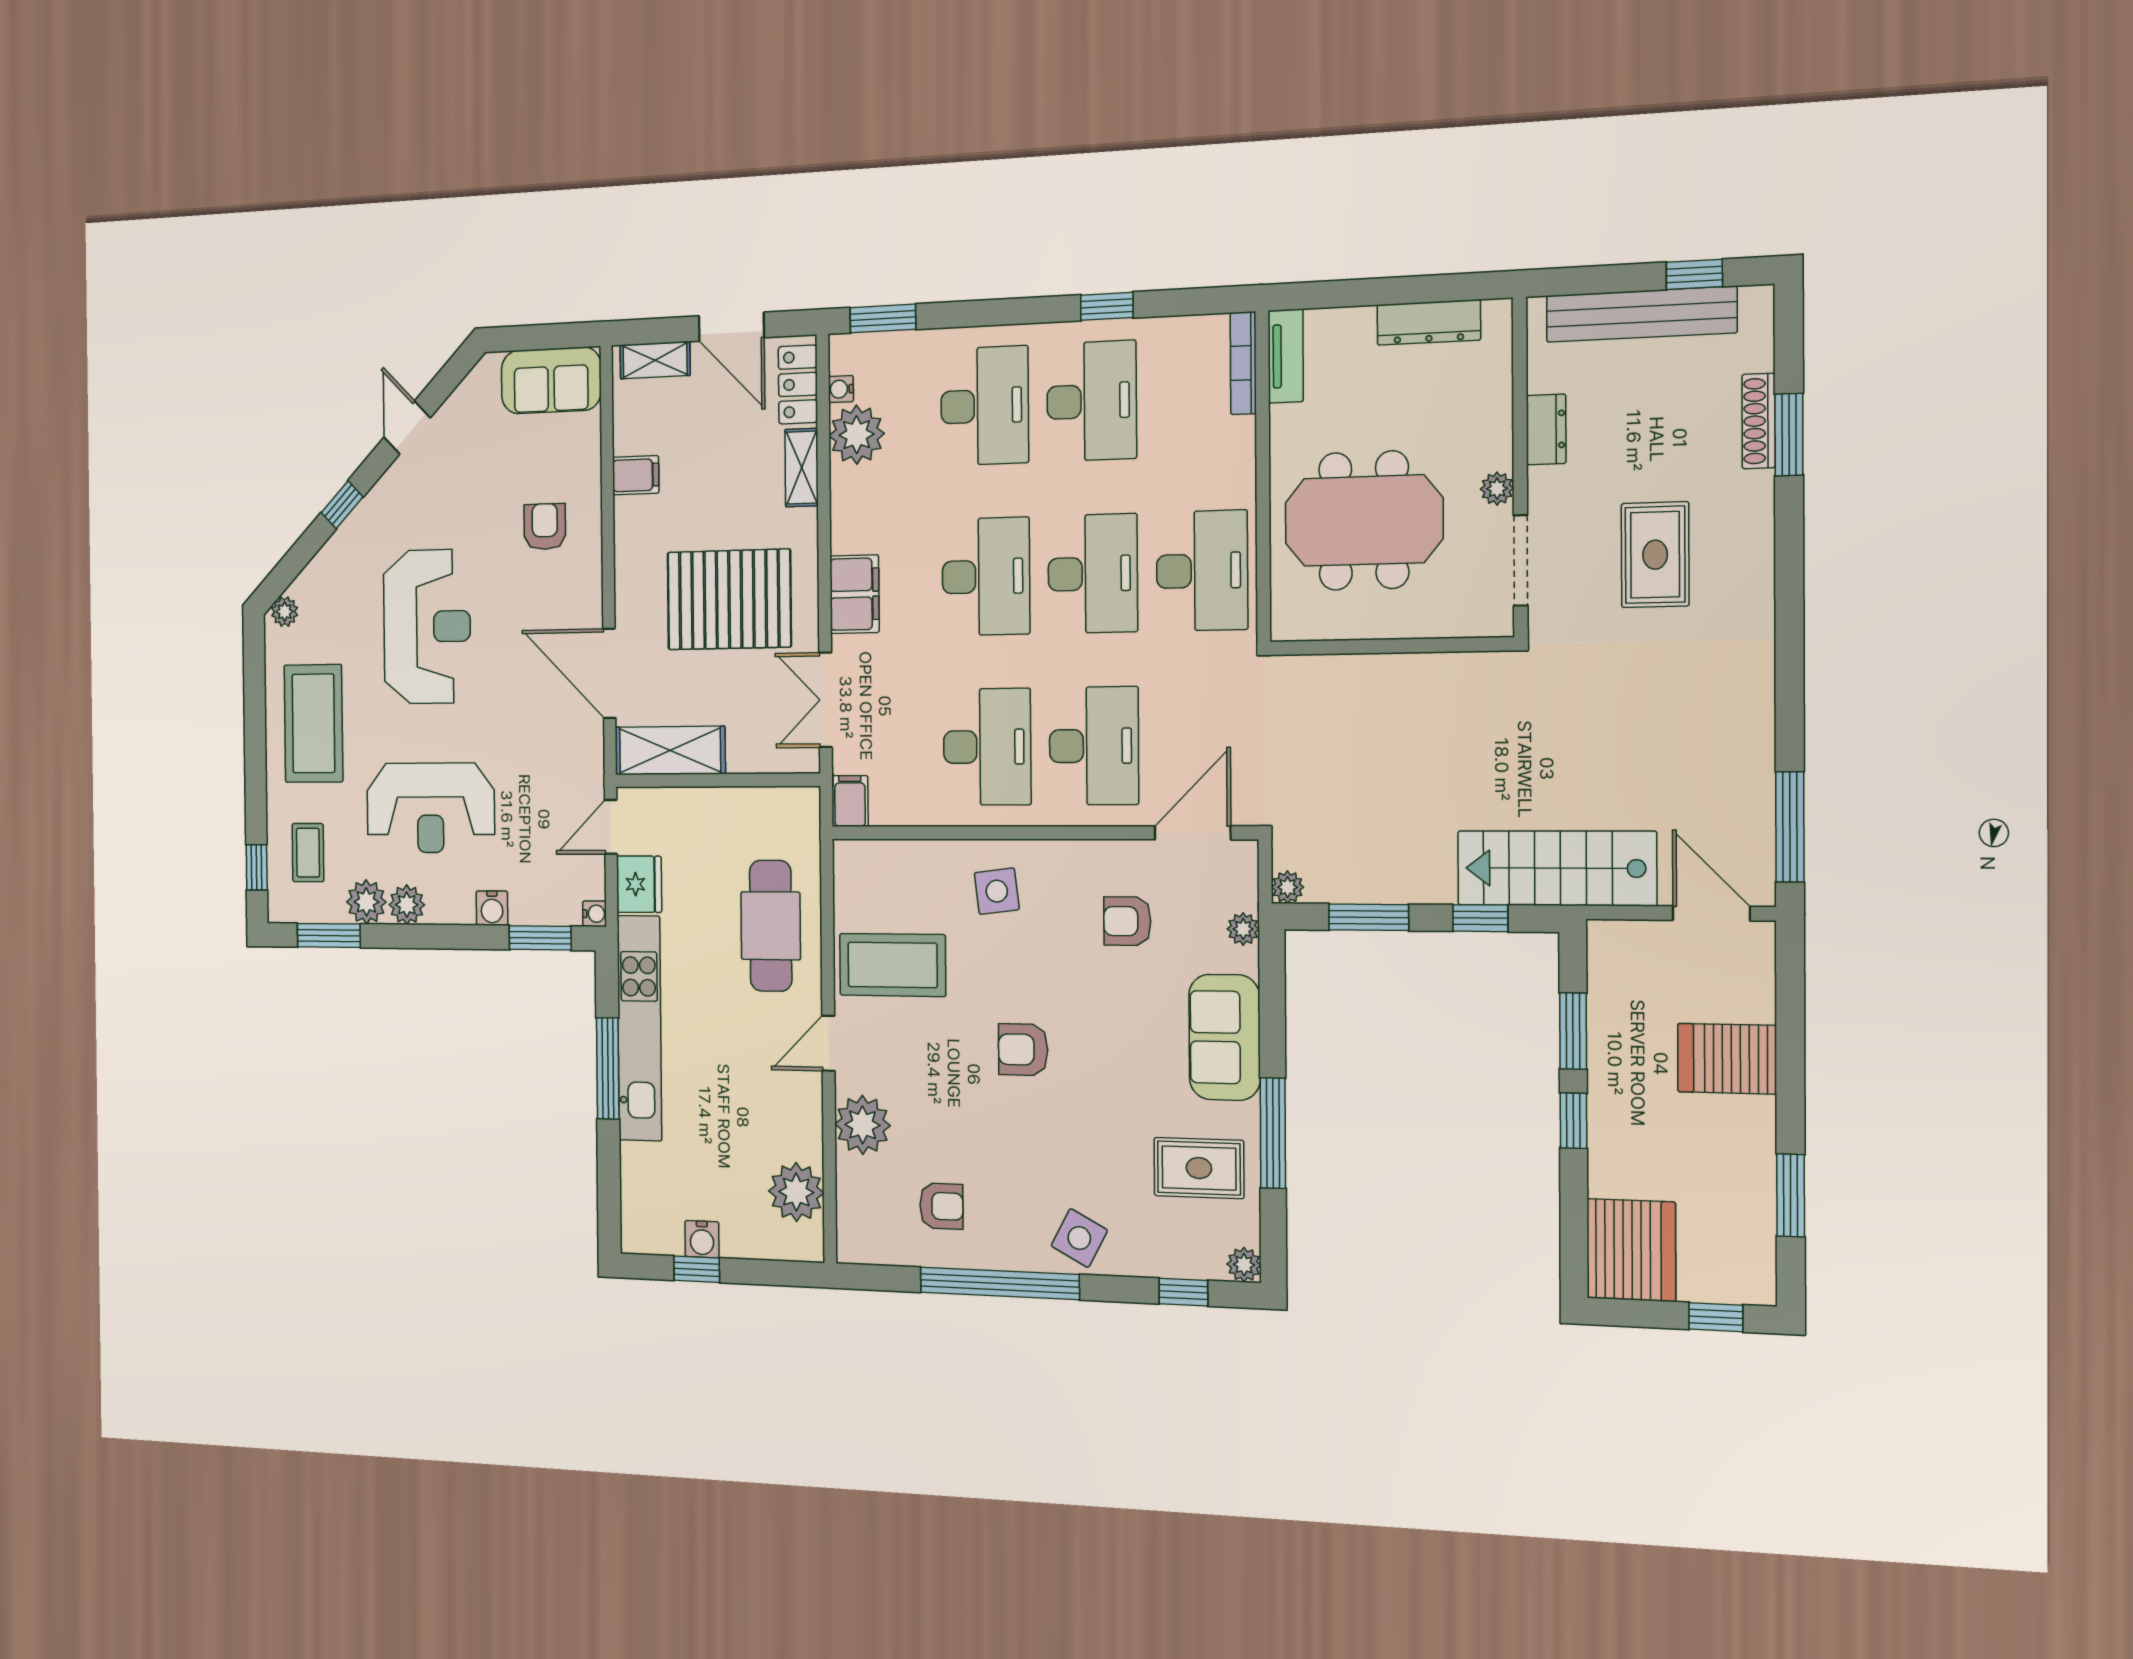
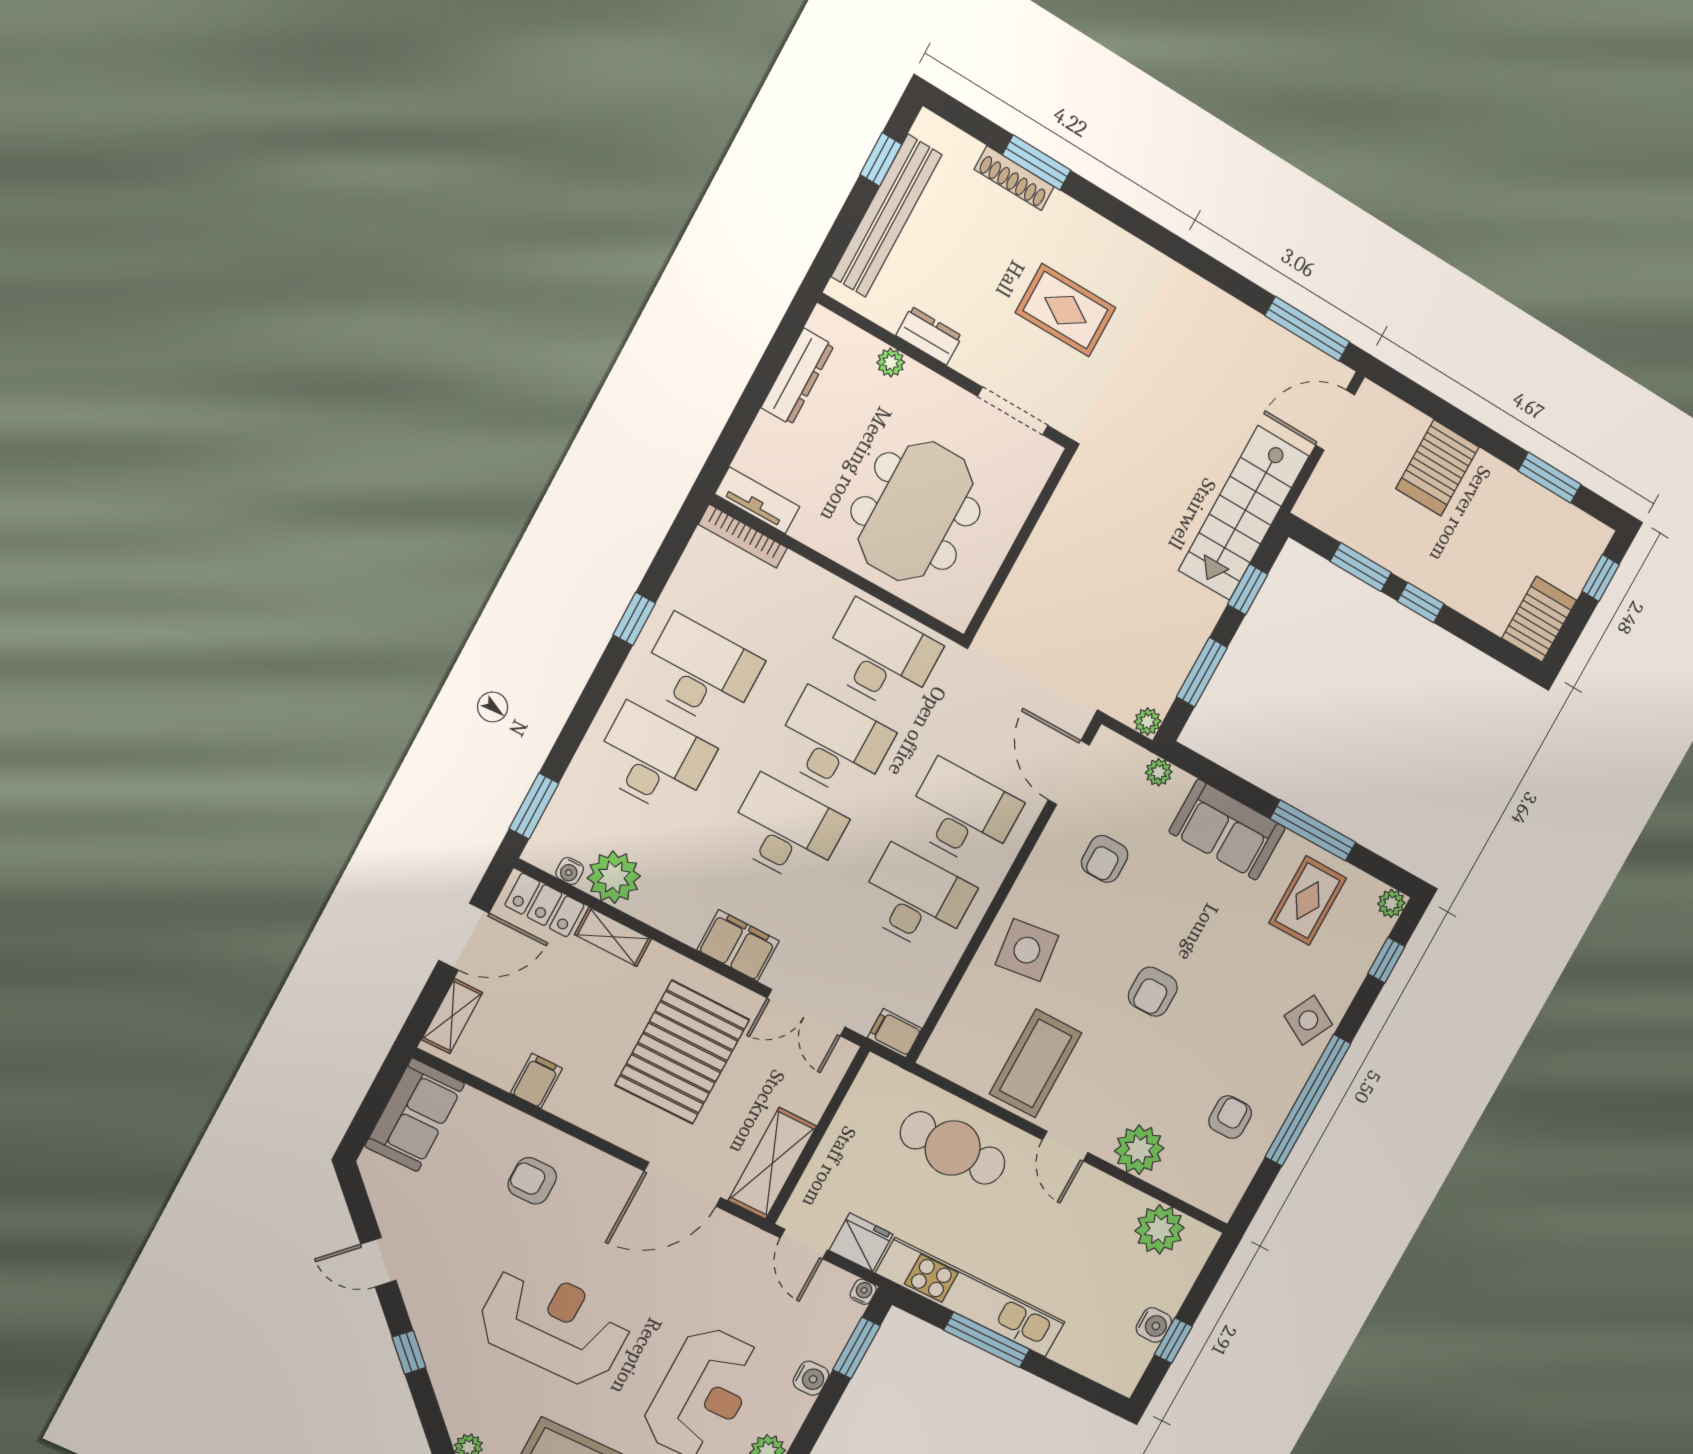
plant: (1497, 489) -> (891, 362), moved
side table: (997, 891) -> (1027, 950), width x1.37, depth x1.37
server rack: (1631, 1250) -> (1539, 619), width x0.62

